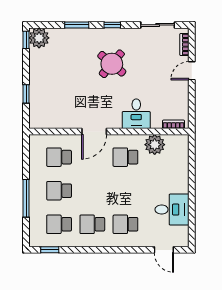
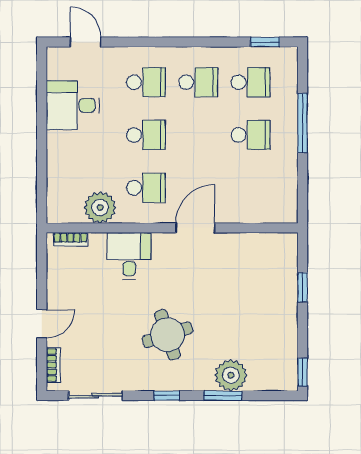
plant: (39, 38) -> (231, 375), moved
round table: (112, 64) -> (167, 335), turned 32
school desk: (59, 157) -> (146, 135), moved

